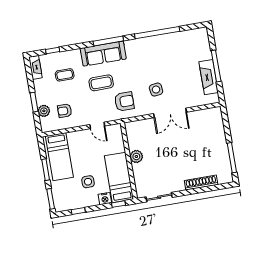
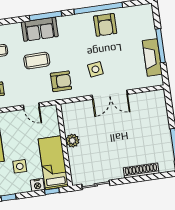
armchair: (164, 48) -> (105, 25), added
sofa: (103, 54) -> (40, 29), width x0.73

